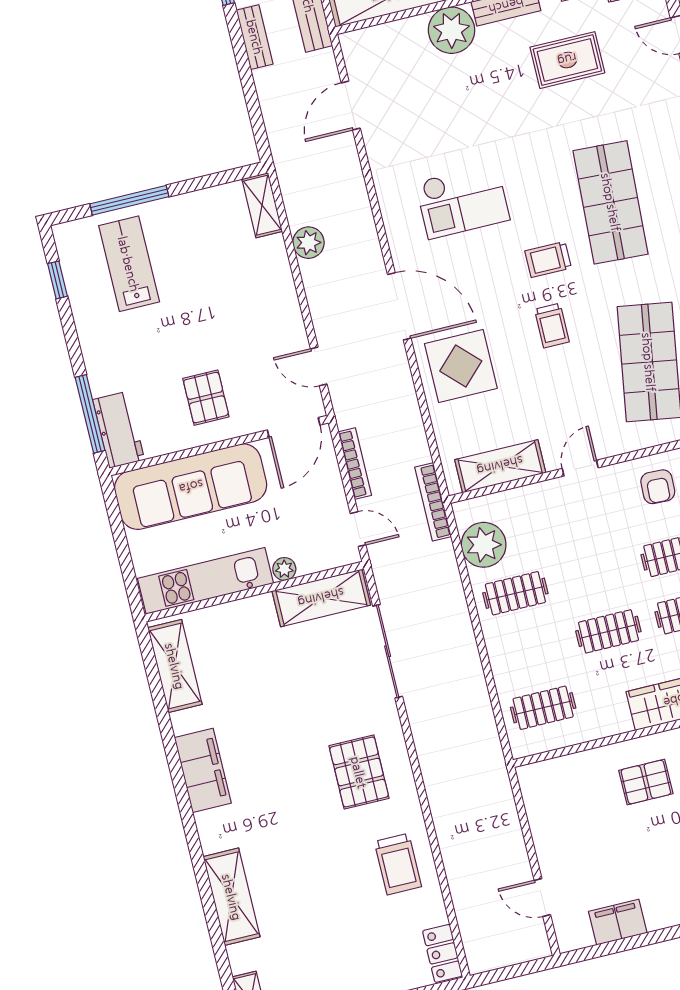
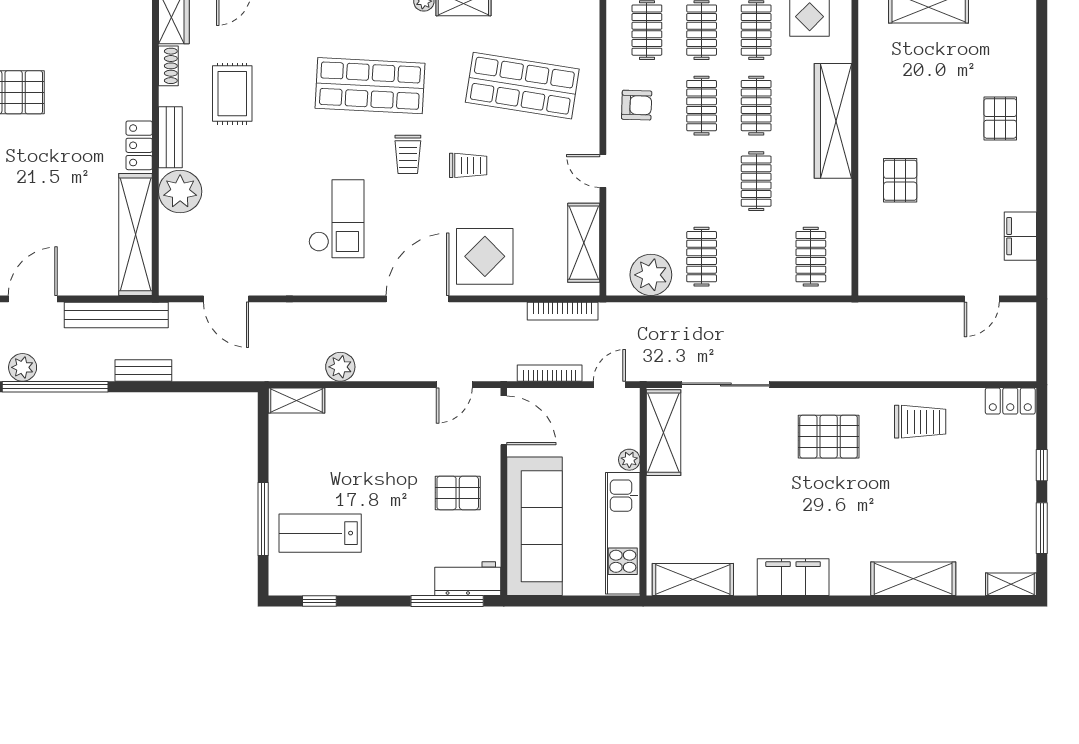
bookcase: (433, 502) -> (563, 311), moved

